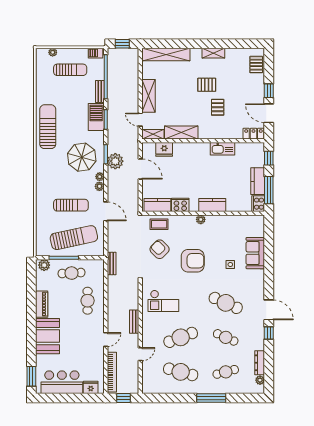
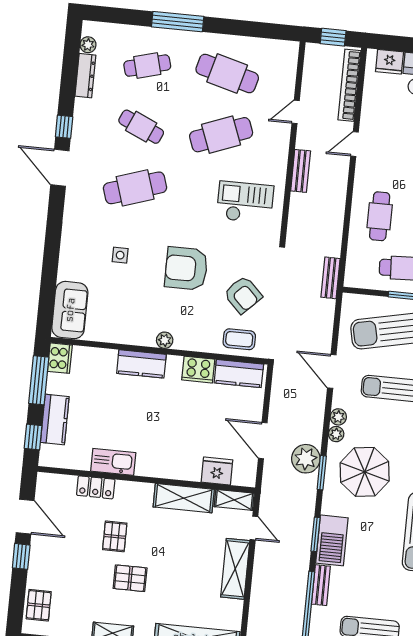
locker: (253, 134) -> (96, 487), moved
kitchen counter: (258, 181) -> (55, 419), moved
sofa: (255, 253) -> (70, 310), moved
cafe table: (226, 303) -> (135, 188), turned -42

